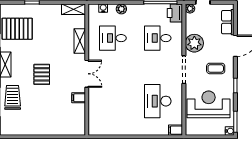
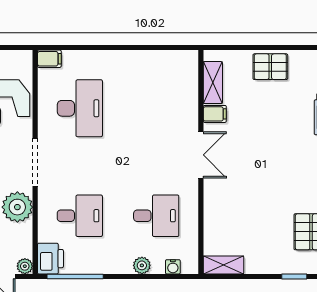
shelving: (80, 41) -> (213, 83), moved
pallet: (42, 74) -> (270, 67), moved, turned 90
double door: (87, 74) -> (201, 155), swing flipped

